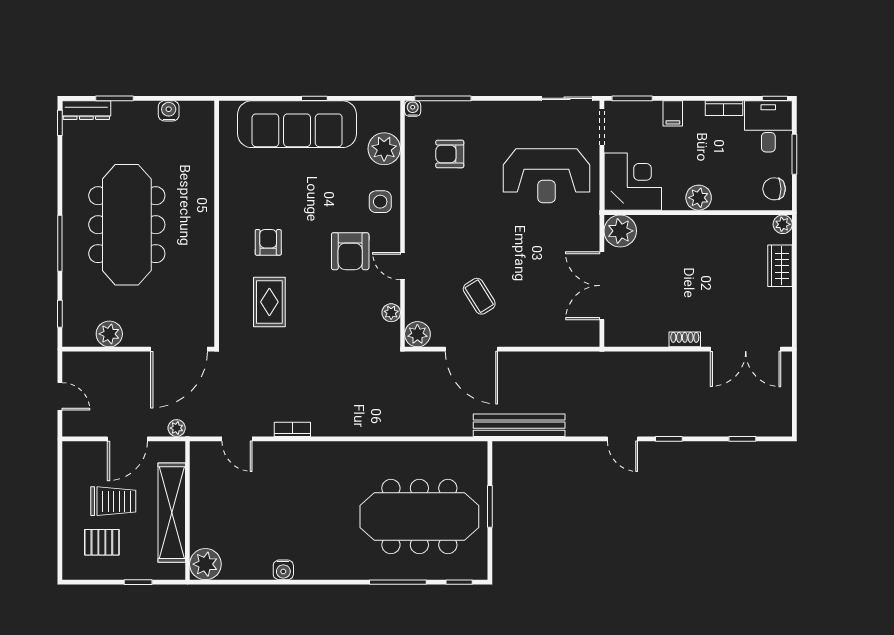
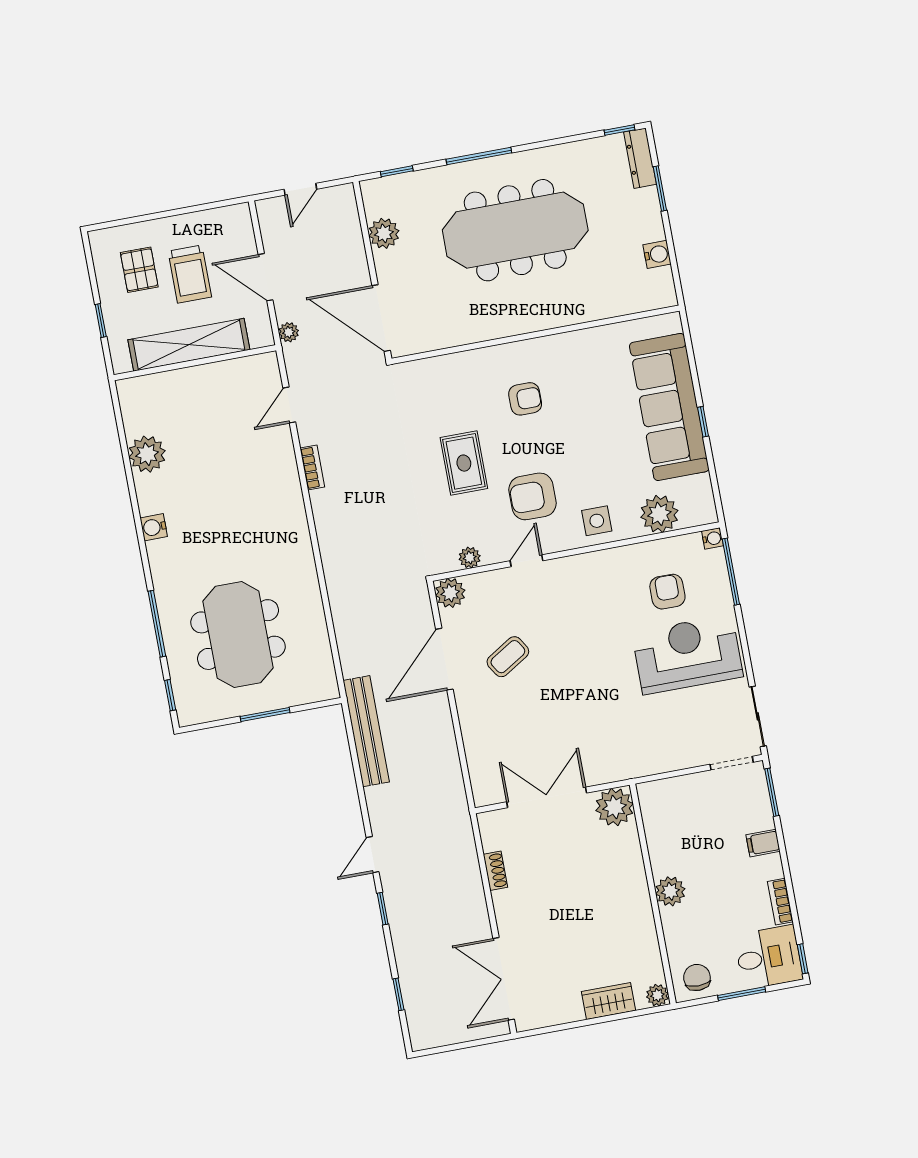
reception desk: (546, 176) -> (687, 654), moved, turned 90
corner desk: (633, 182) -> (675, 811), removed
rug: (269, 302) -> (464, 463), moved, turned 90
shoe rack: (685, 339) -> (496, 871), moved
meeting table: (419, 517) -> (238, 635), width x0.73
plant: (205, 564) -> (147, 454), moved
water cooler: (283, 570) -> (154, 527), moved

